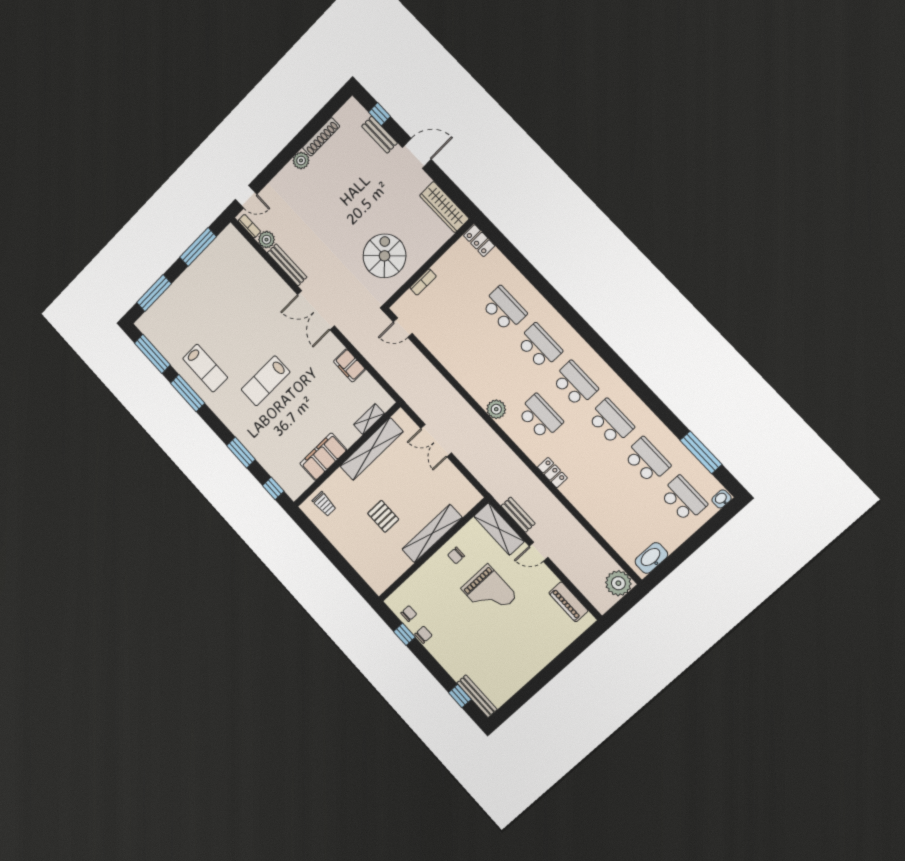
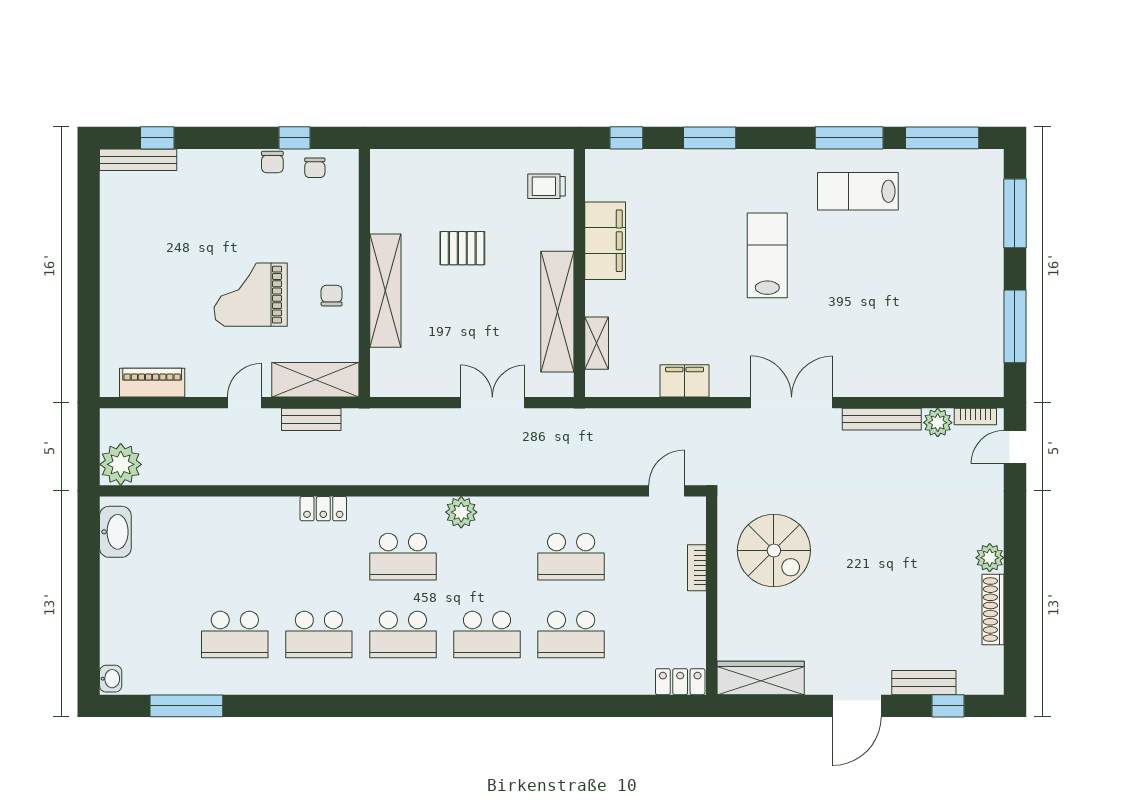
school desk: (683, 499) -> (571, 557), moved

